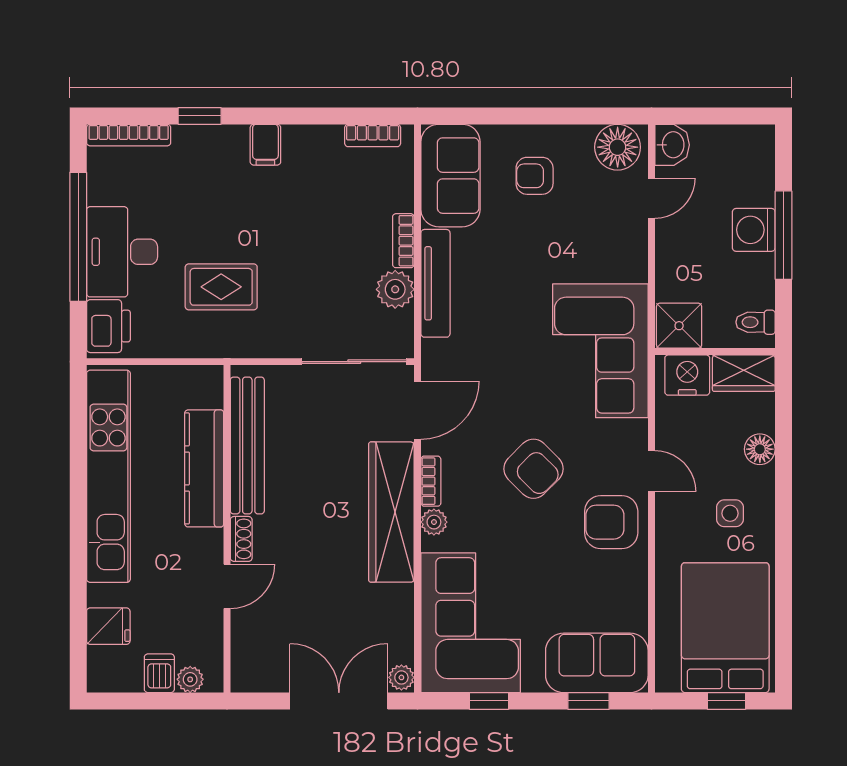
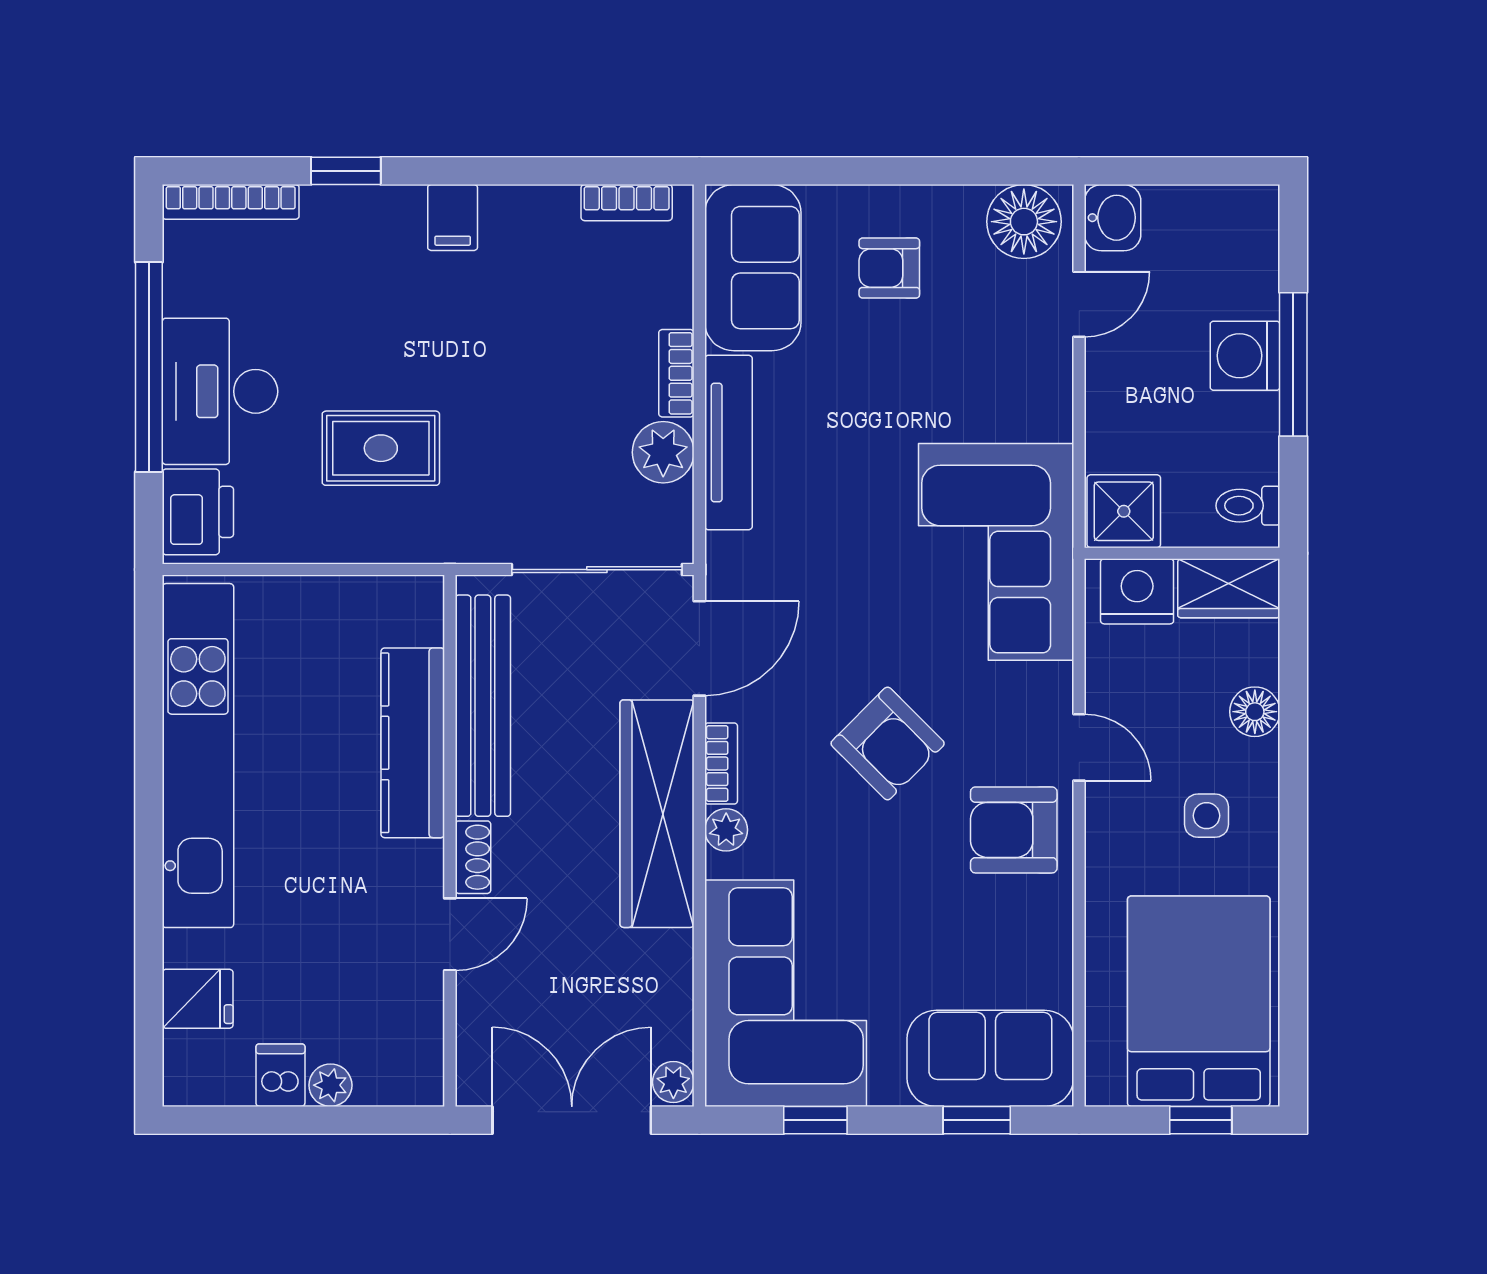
bench: (247, 445) -> (483, 706), moved
kitchen counter: (204, 468) -> (413, 743), moved
wall: (227, 529) -> (450, 841), moved
shoe rack: (241, 539) -> (473, 857), moved
door: (227, 586) -> (450, 934), moved

